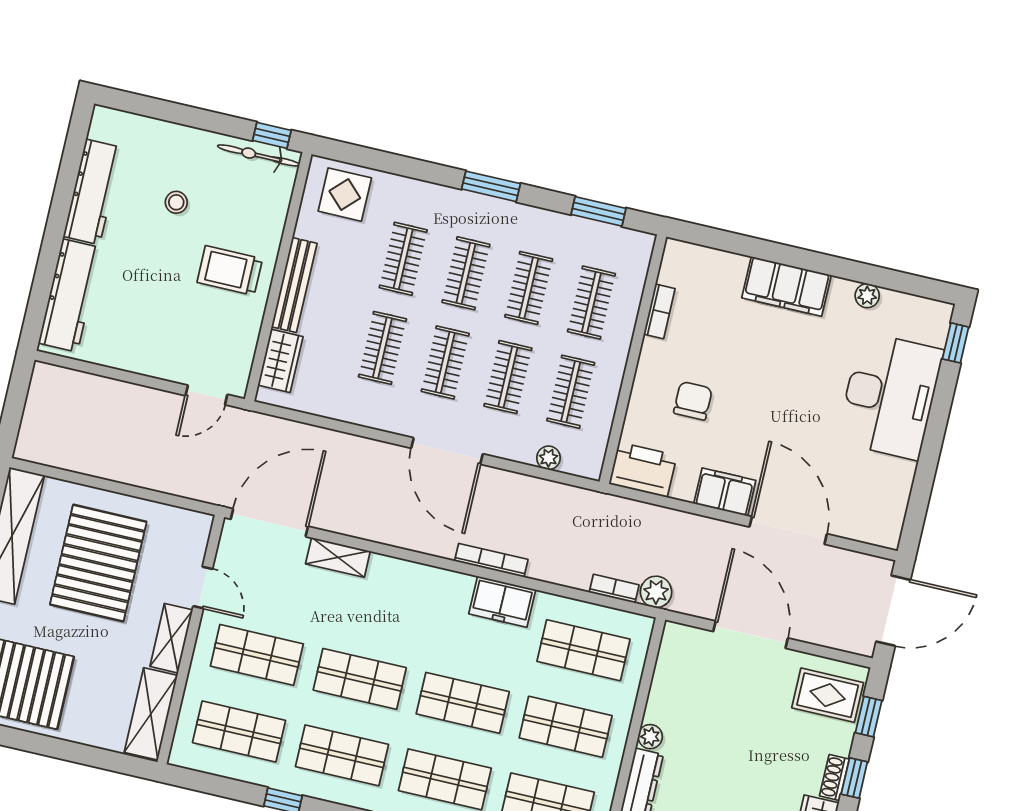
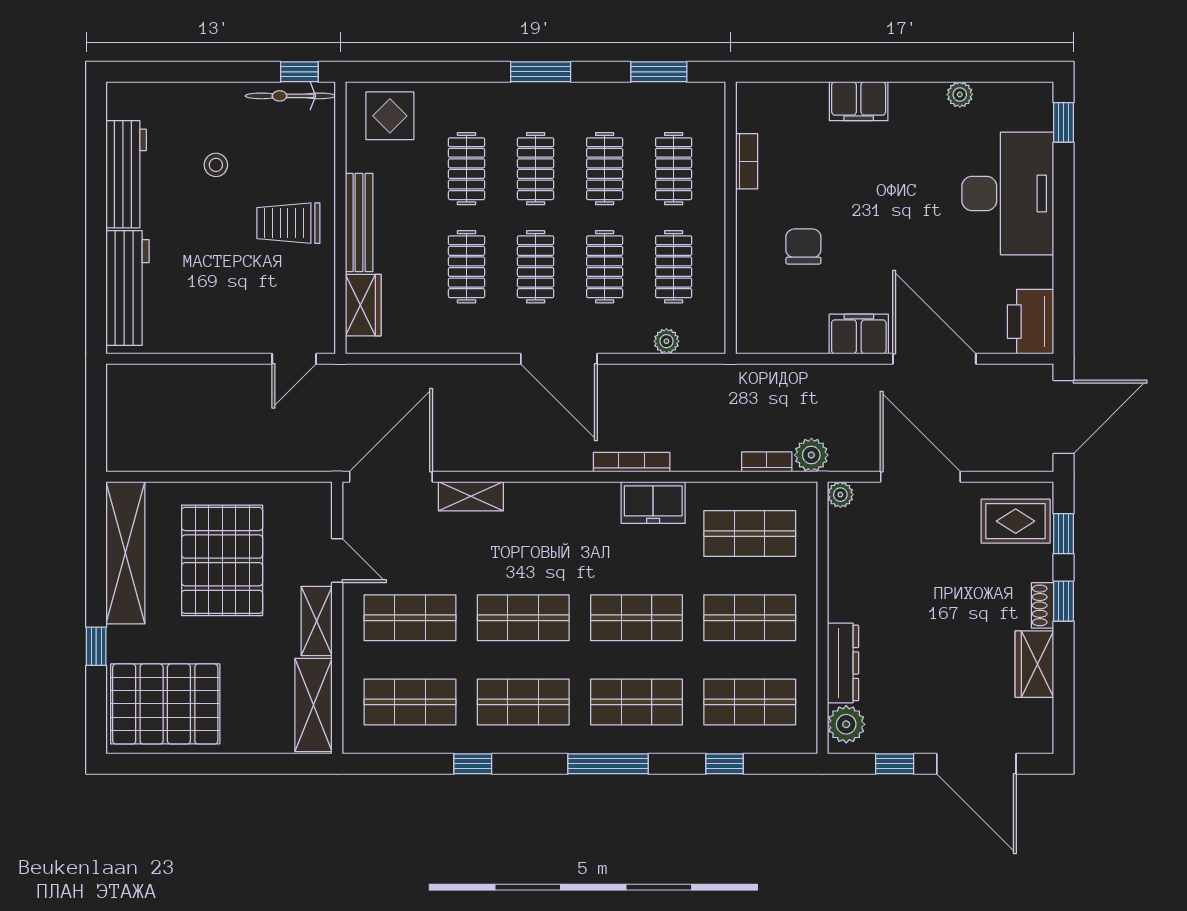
filing cabinet: (787, 286) -> (859, 101), width x0.67, depth x0.86
printer: (643, 470) -> (1031, 322), moved, turned -90
plant: (650, 737) -> (840, 495), moved

